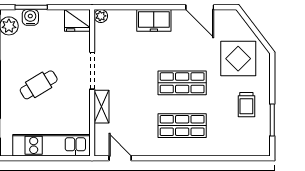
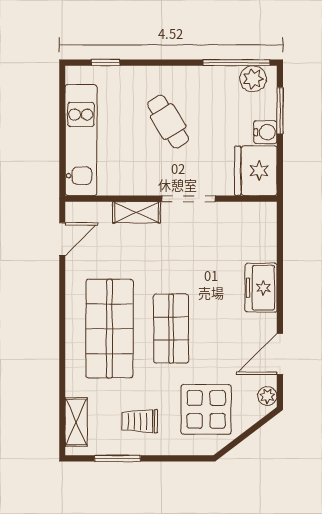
plant: (101, 16) -> (267, 396), moved
water cooler: (30, 17) -> (265, 132), moved
fridge: (77, 20) -> (256, 171), width x1.36, depth x1.34
shop shelf: (182, 126) -> (109, 329), width x1.43, depth x1.36
shelving: (247, 149) -> (76, 422), added

